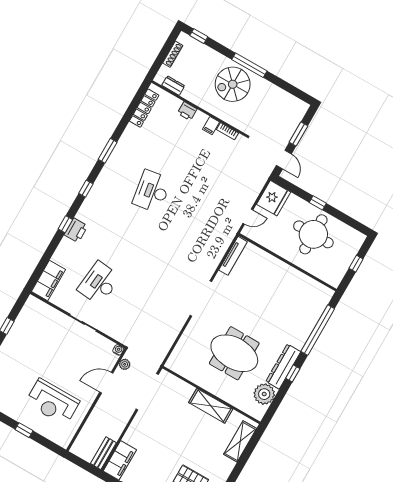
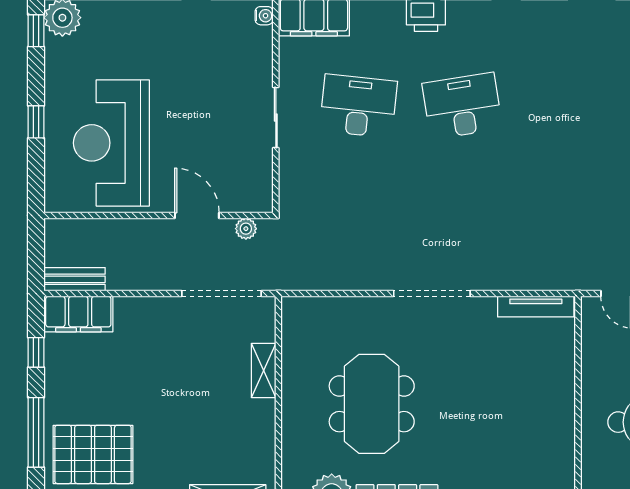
desk: (152, 191) -> (462, 106), moved
water cooler: (118, 350) -> (264, 16), moved
reception desk: (52, 402) -> (111, 143), width x1.36, depth x1.30
shelving: (211, 406) -> (264, 371), moved, width x0.67, depth x0.75

